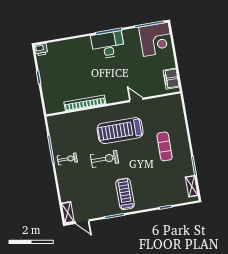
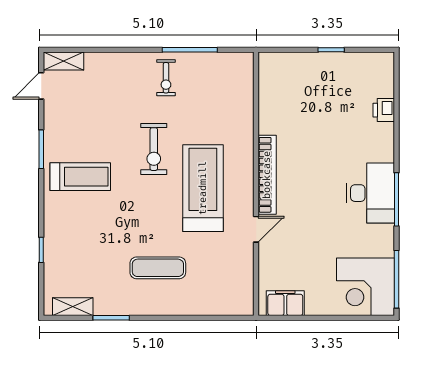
printer: (41, 50) -> (384, 110), moved
bookcase: (85, 103) -> (267, 175), moved

